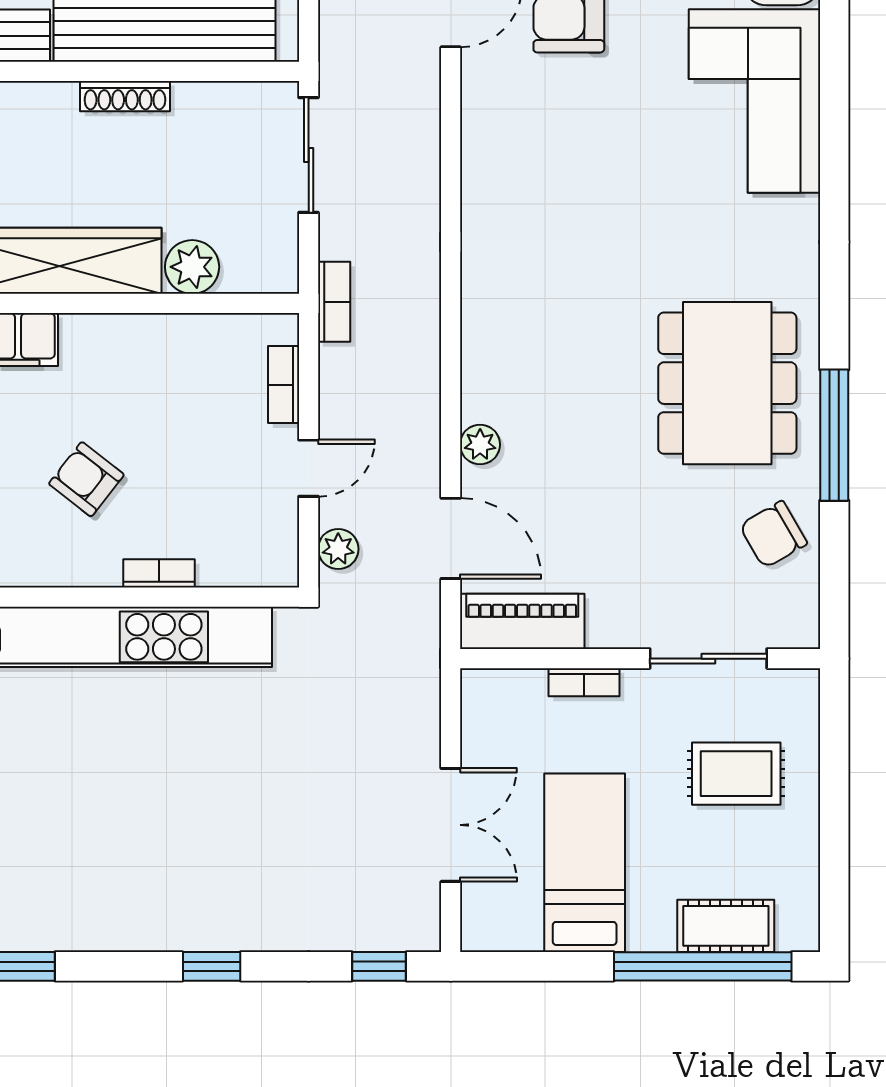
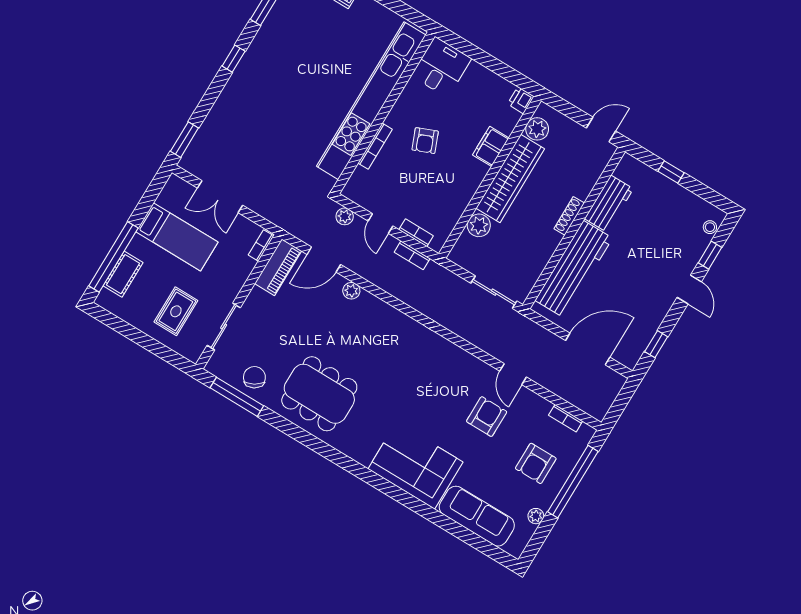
shoe rack: (125, 96) -> (569, 216), moved
bookcase: (334, 302) -> (412, 255), moved
window: (834, 435) -> (237, 397), moved
armchair: (86, 479) -> (425, 141), turned 120
bookcase: (159, 573) -> (375, 146), width x1.56
bookcase: (584, 682) -> (261, 245), moved
window: (212, 966) -> (234, 59), moved
window: (379, 966) -> (184, 140), width x1.50

